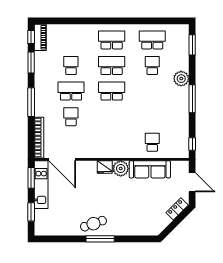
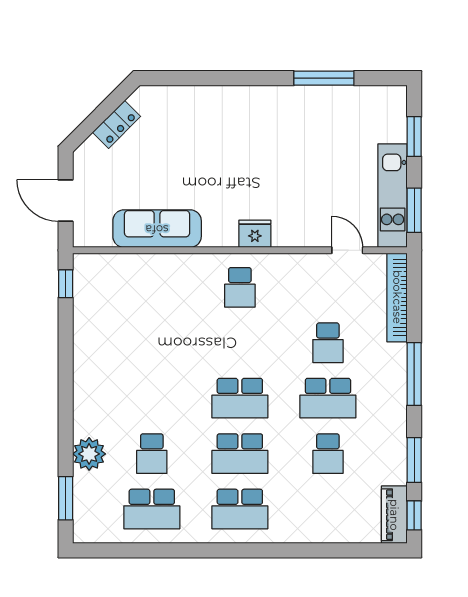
plant: (181, 79) -> (89, 454), moved
window: (192, 99) -> (66, 382), removed
school desk: (152, 142) -> (240, 287), moved
door: (62, 159) -> (347, 250), width x0.53
plant: (121, 169) -> (220, 230), removed
locker: (177, 209) -> (117, 124), moved
cafe table: (93, 224) -> (279, 111), removed
window: (100, 239) -> (324, 78), moved

